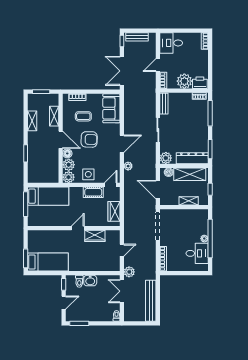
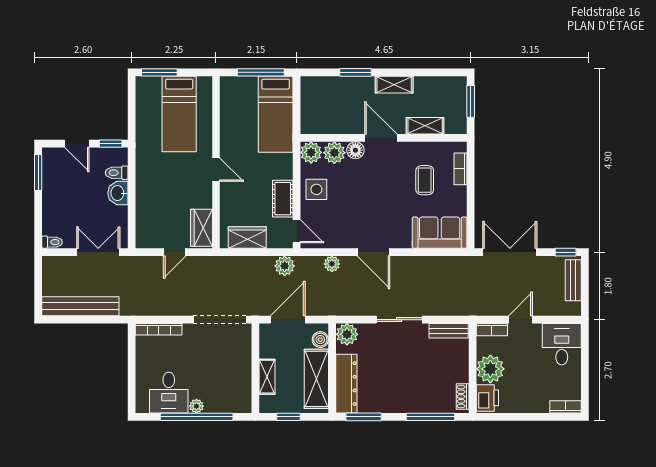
door: (158, 65) -> (520, 320), hinge flipped
shelving: (32, 121) -> (394, 85), moved
armchair: (89, 139) -> (382, 191), removed
door: (61, 140) -> (381, 138), swing flipped
wardrobe: (95, 236) -> (201, 228), moved
door: (122, 250) -> (175, 252), hinge flipped
bed: (48, 262) -> (179, 114), moved
plant: (129, 272) -> (285, 266), moved

